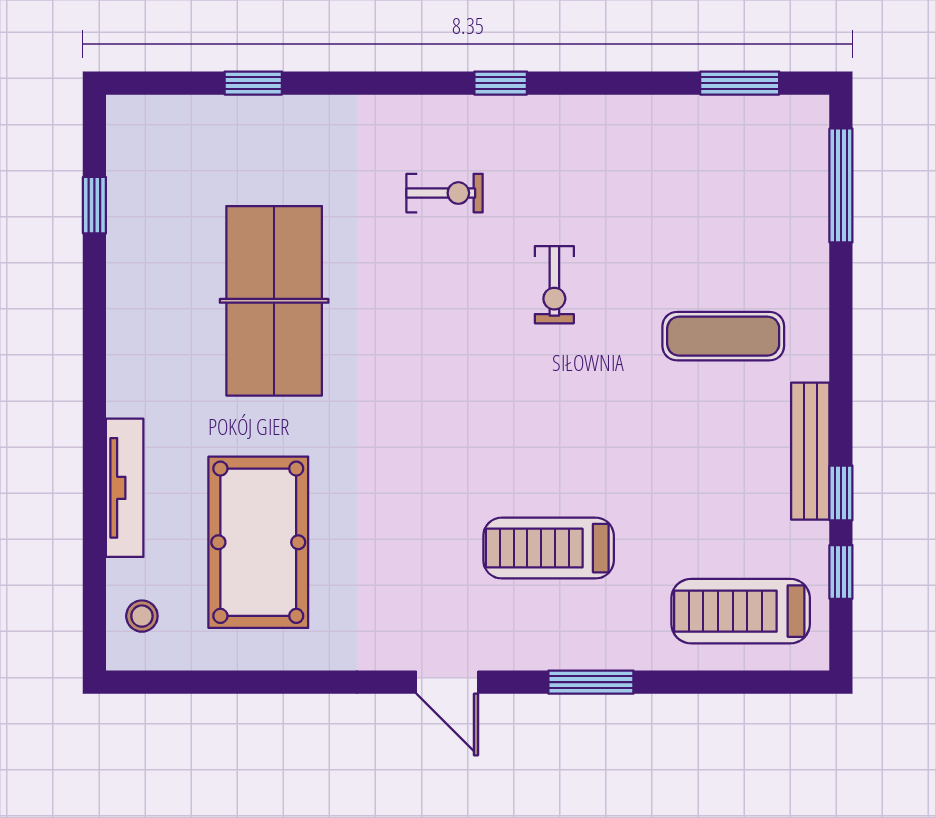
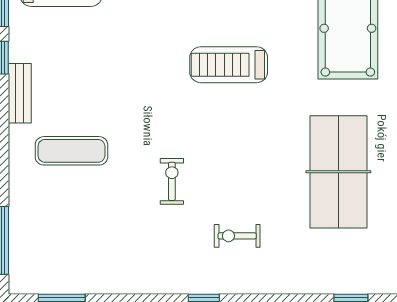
bench: (810, 451) -> (20, 93), width x0.73
treadmill: (549, 548) -> (229, 65), moved, turned 180

